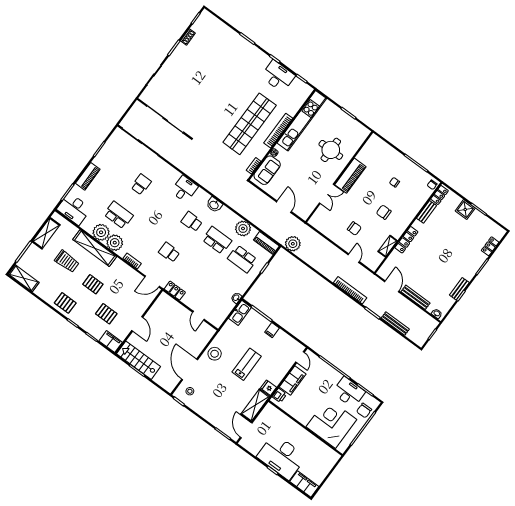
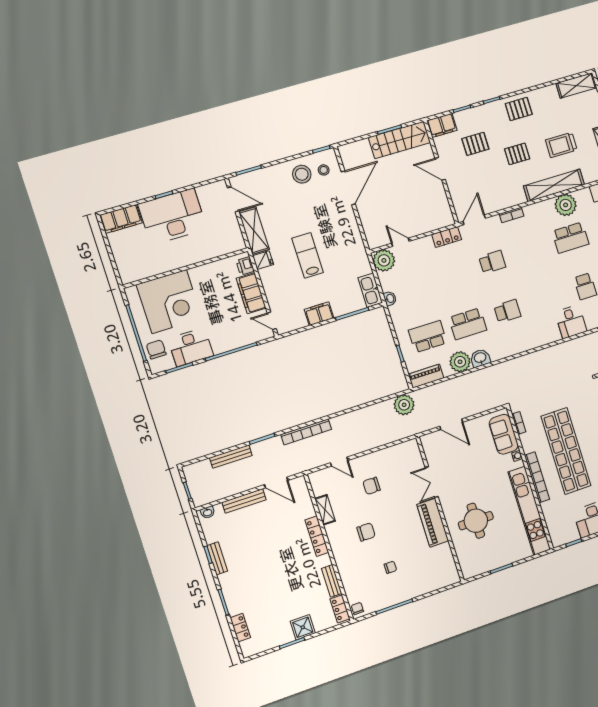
desk: (184, 189) -> (571, 322), moved
washbasin: (214, 205) -> (480, 358), moved
plant: (115, 243) -> (384, 260), moved
filing cabinet: (272, 330) -> (319, 314), width x2.00
stool: (215, 354) -> (302, 174), moved
lab bench: (247, 364) -> (308, 255), turned 180
door: (190, 369) -> (348, 188), hinge flipped

